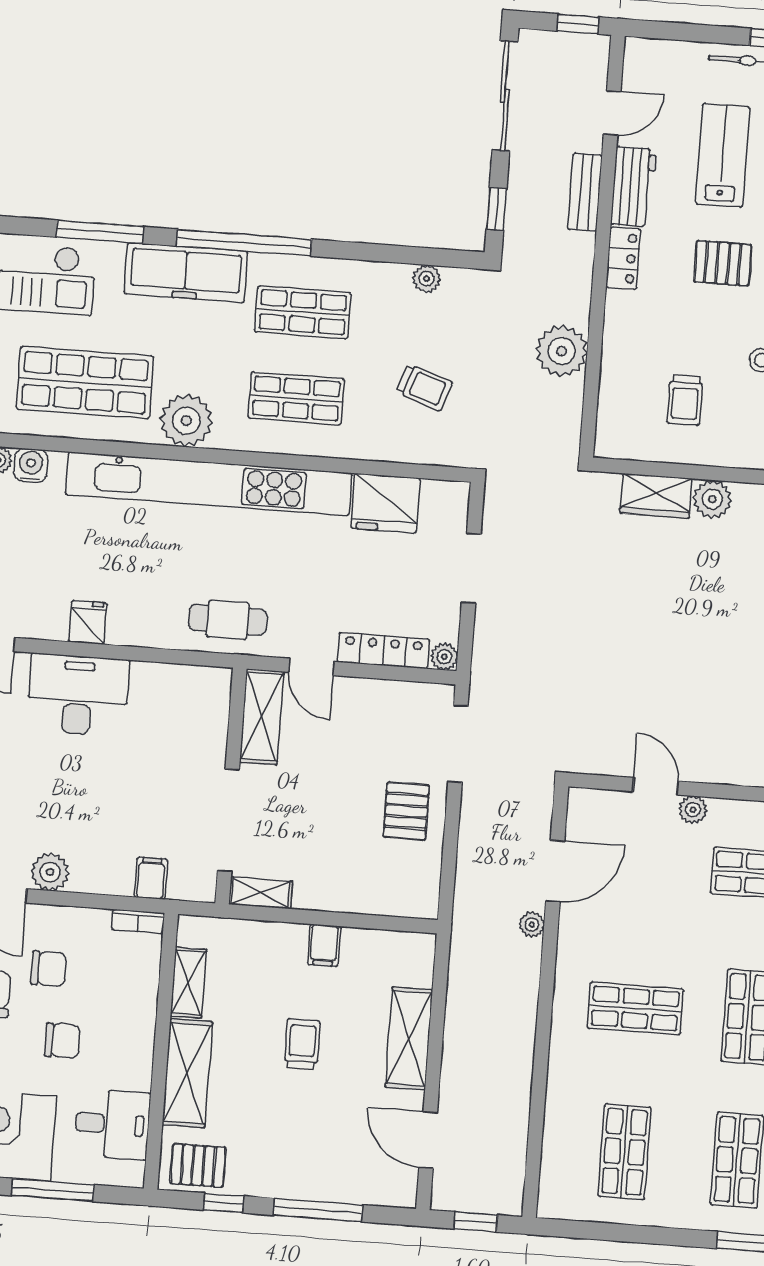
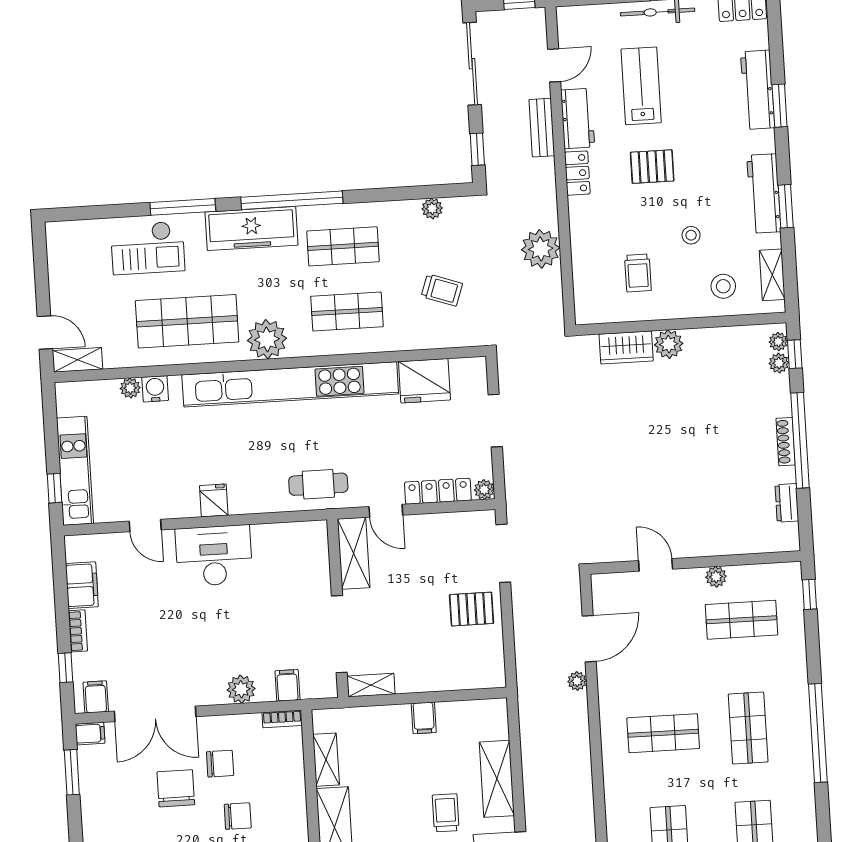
plant: (693, 810) -> (716, 577), moved
pallet: (406, 811) -> (472, 609), turned 90
plant: (50, 872) -> (241, 689), moved
trolley: (302, 1044) -> (446, 813), moved

